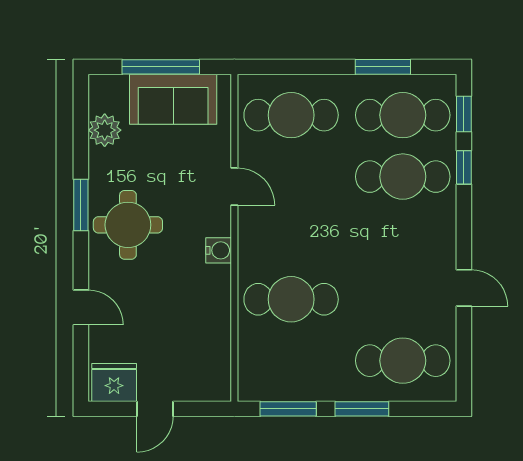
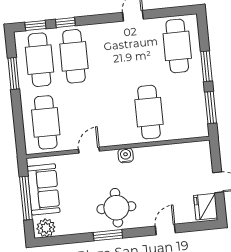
plant: (105, 130) -> (46, 228), moved

